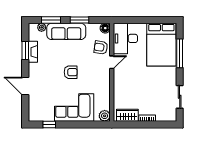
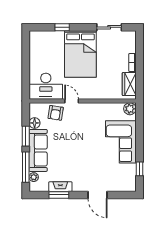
window: (51, 20) -> (26, 167), width x1.44
floor lamp: (105, 28) -> (35, 123), moved
bed: (161, 45) -> (80, 54), moved, turned 90
window: (180, 53) -> (62, 27), width x0.46
armchair: (71, 72) -> (82, 146), removed
door: (25, 86) -> (97, 195), hinge flipped

